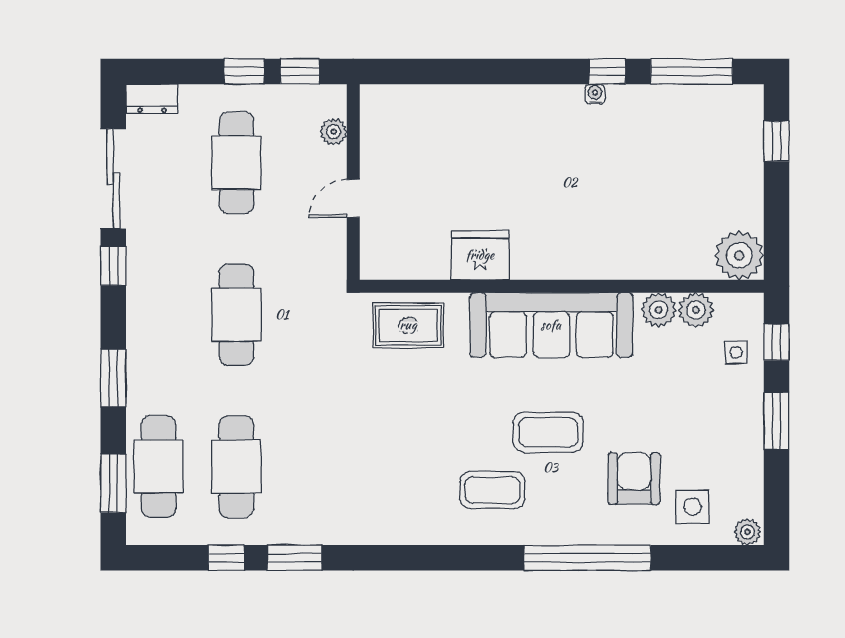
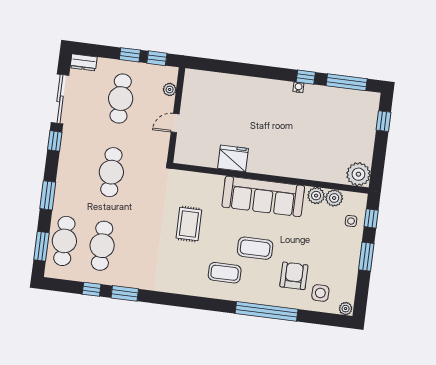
rug: (408, 325) -> (189, 224), moved, turned 90

